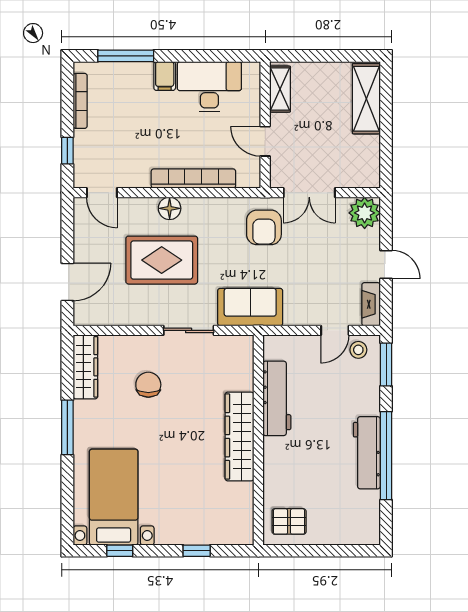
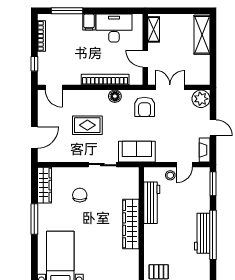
double door: (309, 193) -> (170, 87), swing flipped
floor lamp: (170, 208) -> (115, 96), moved
rug: (162, 260) -> (87, 125), width x0.73, depth x0.70
stool: (358, 350) -> (170, 175), moved

